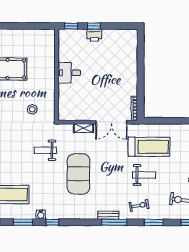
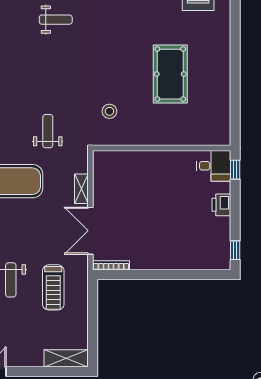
window: (94, 26) -> (235, 250), moved
desk: (69, 73) -> (214, 166), moved, turned 90
treadmill: (149, 147) -> (53, 287), width x0.73, depth x0.73

